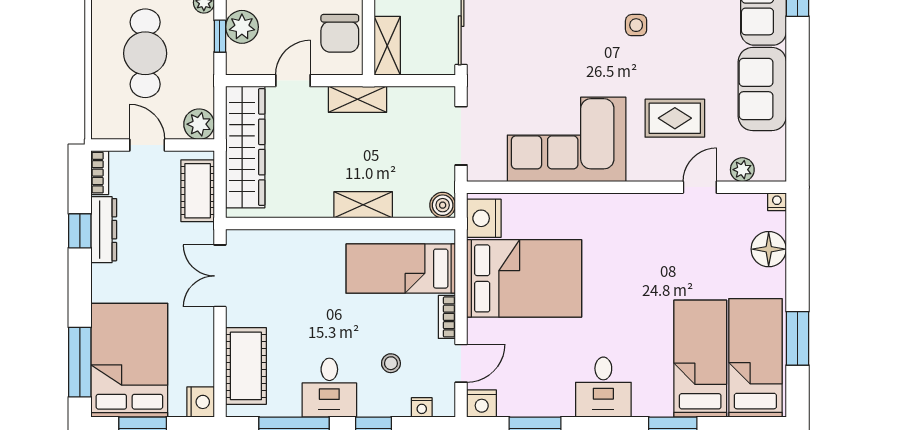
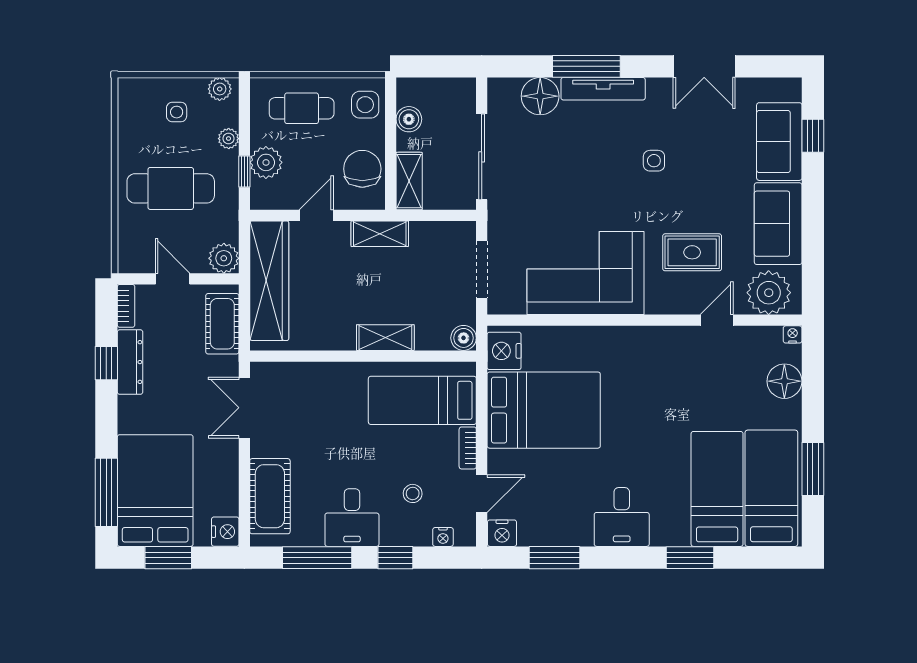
chair: (340, 33) -> (362, 169), turned 180
cafe table: (145, 53) -> (171, 188), turned 90
plant: (742, 170) -> (769, 293), width x1.88, depth x1.88

